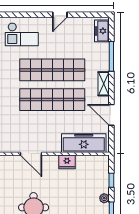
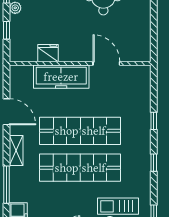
freezer: (84, 143) -> (61, 77), moved
fridge: (67, 162) -> (48, 53), moved

